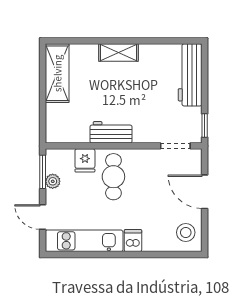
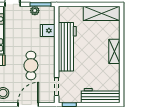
workbench: (111, 132) -> (67, 47), width x1.88, depth x1.32
cafe table: (113, 177) -> (31, 65), moved, turned 90

